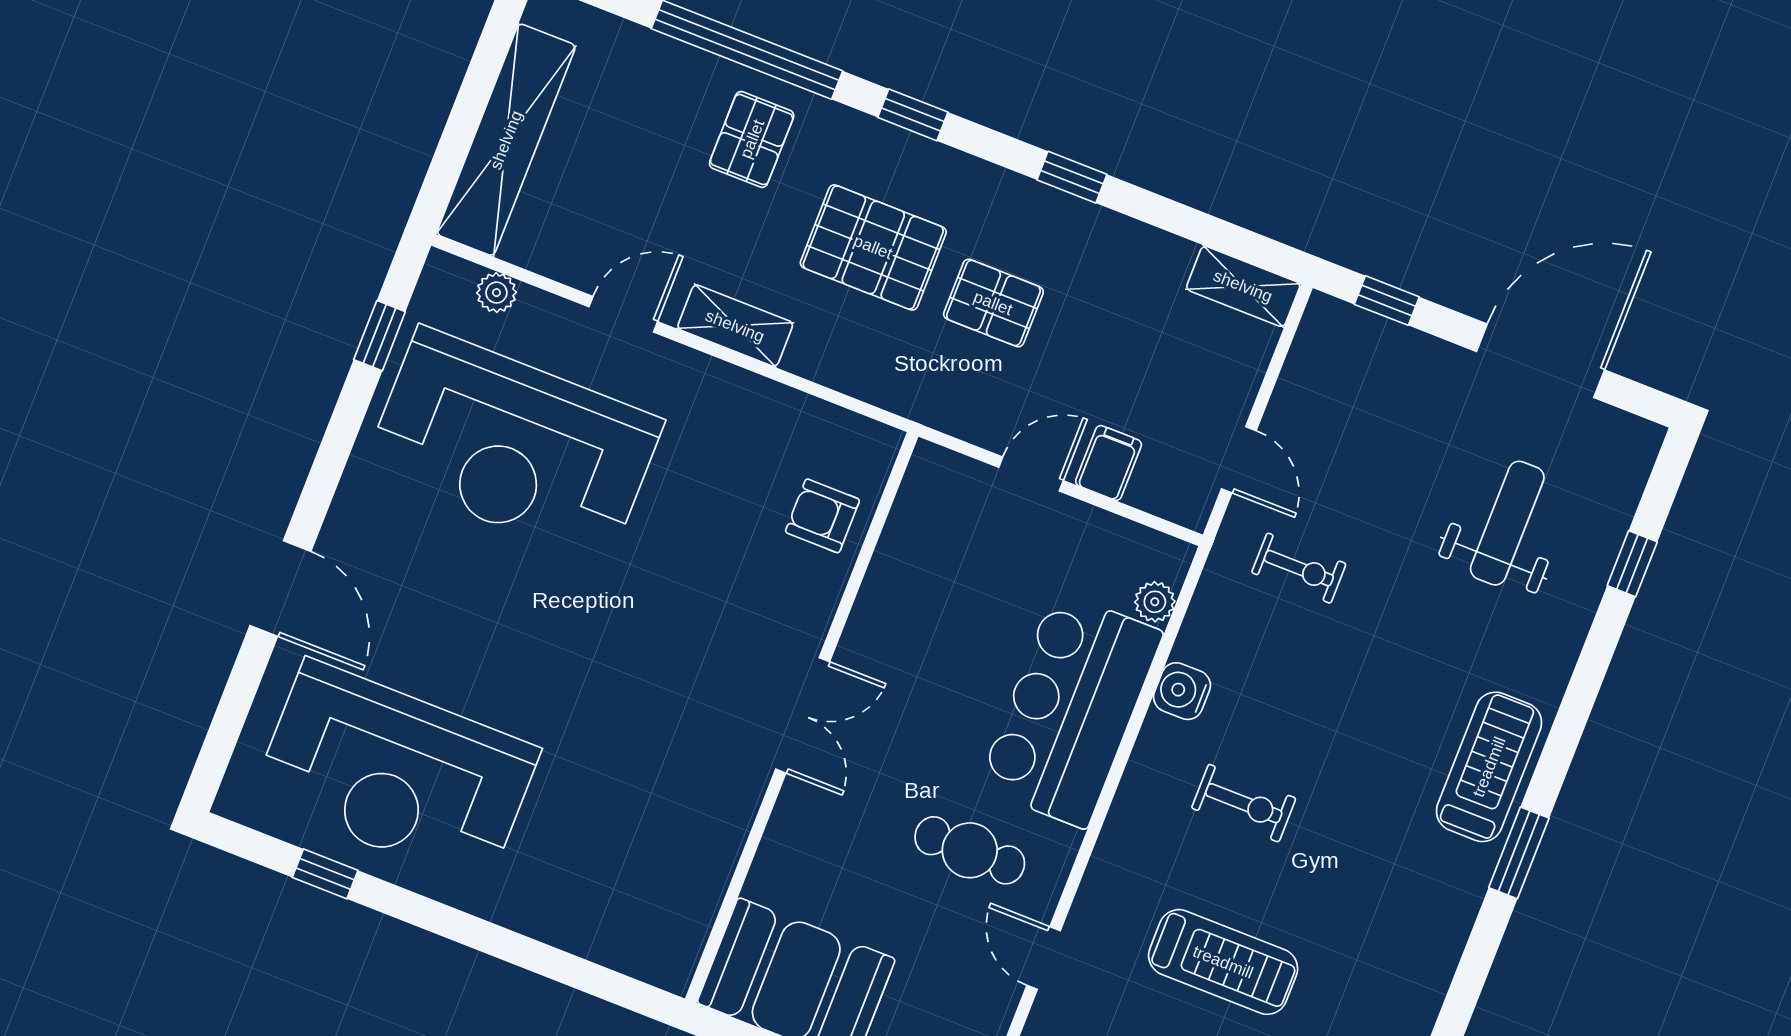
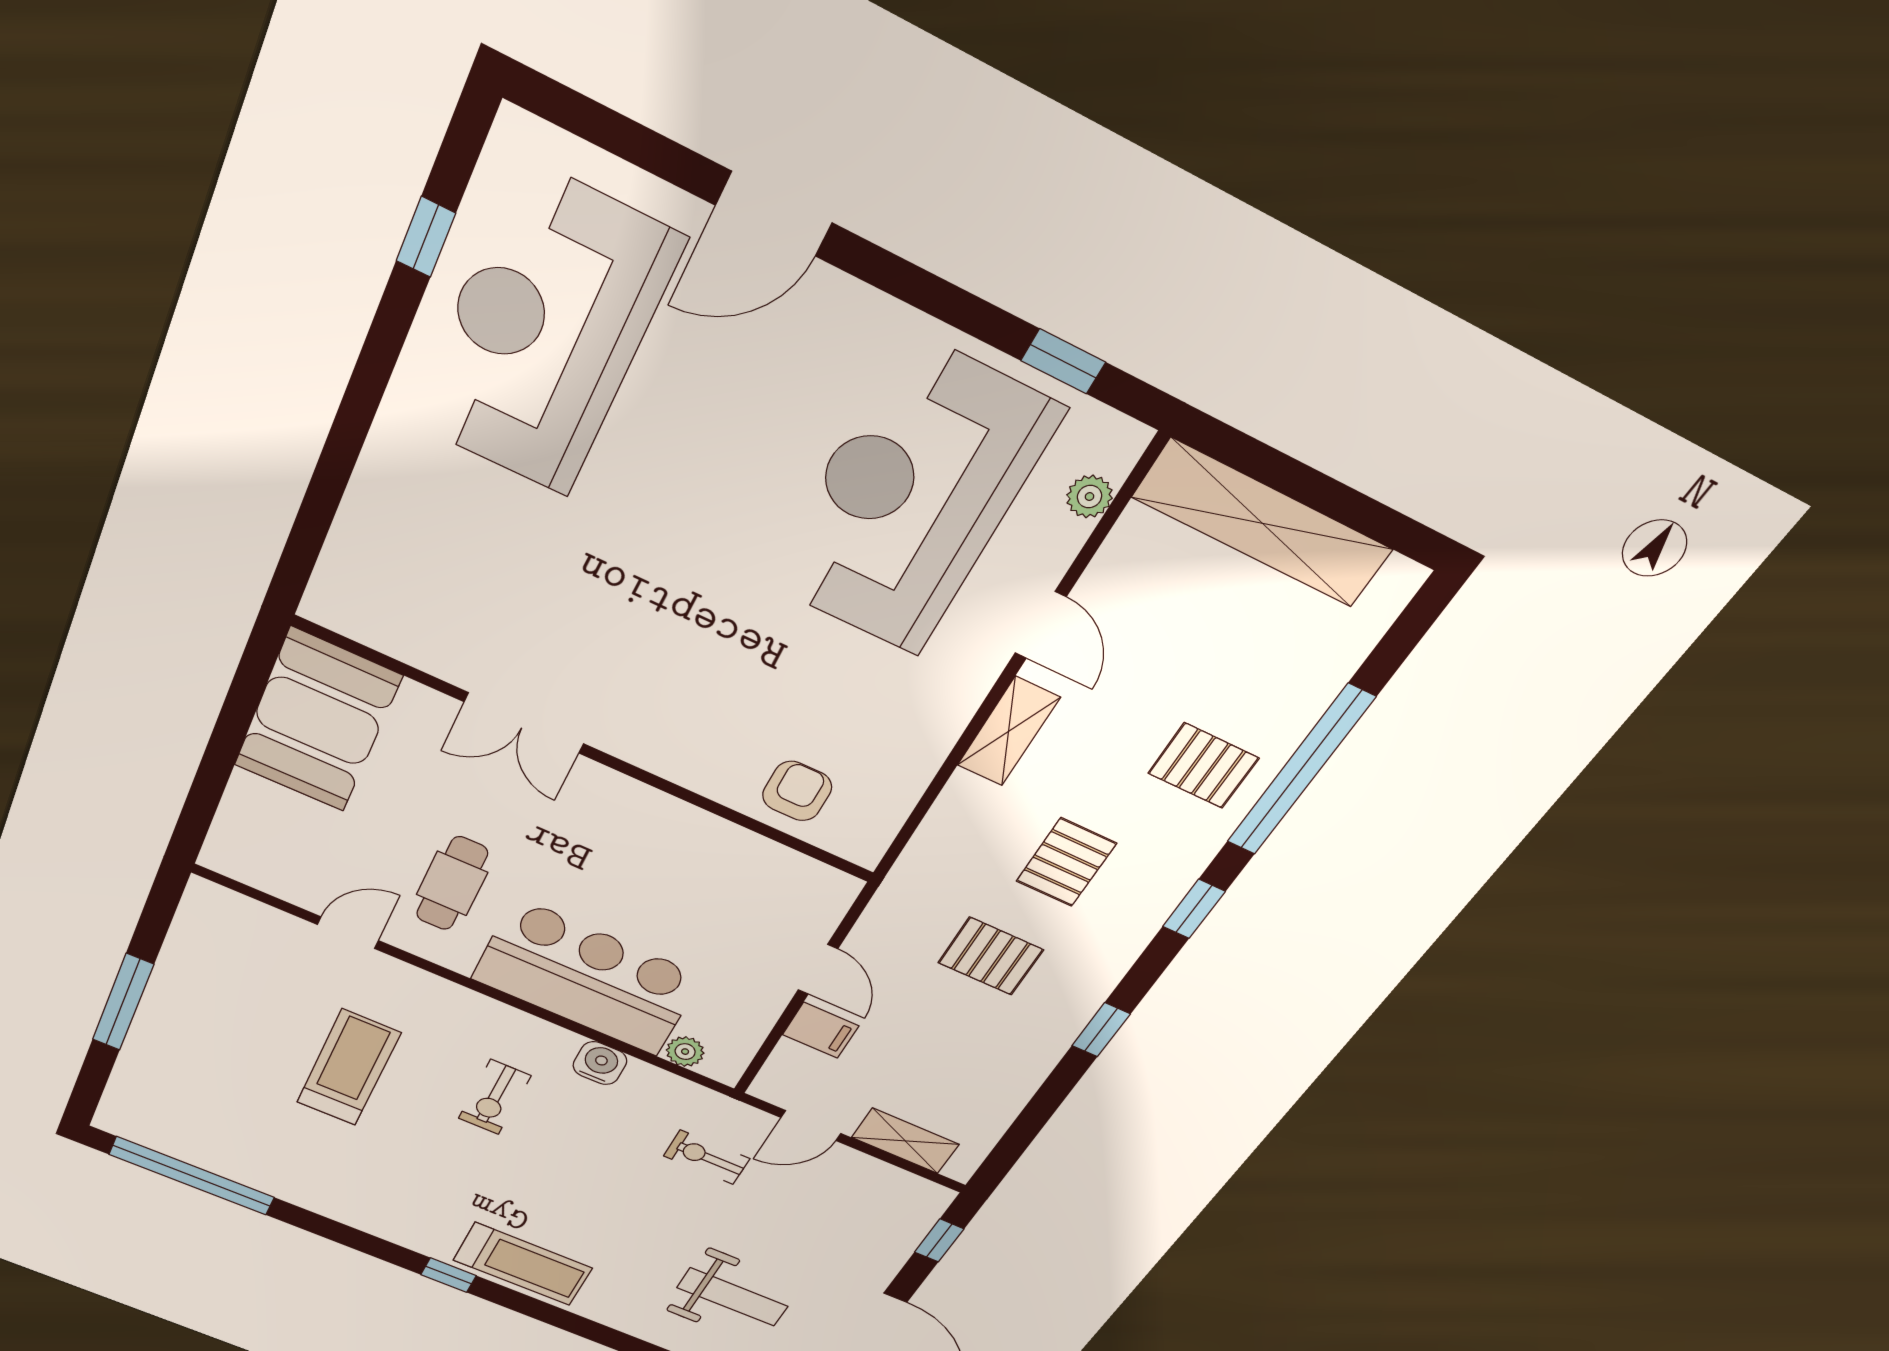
pallet: (873, 247) -> (1066, 862), width x0.67, depth x0.71
shelving: (1243, 286) -> (905, 1141), moved, turned 90
pallet: (993, 303) -> (991, 956), turned 90
exercise bike: (1299, 568) -> (707, 1157), turned 90
double door: (803, 715) -> (524, 723), moved
window: (1519, 853) -> (449, 1275), width x0.67
treadmill: (1223, 962) -> (349, 1068), turned 180

